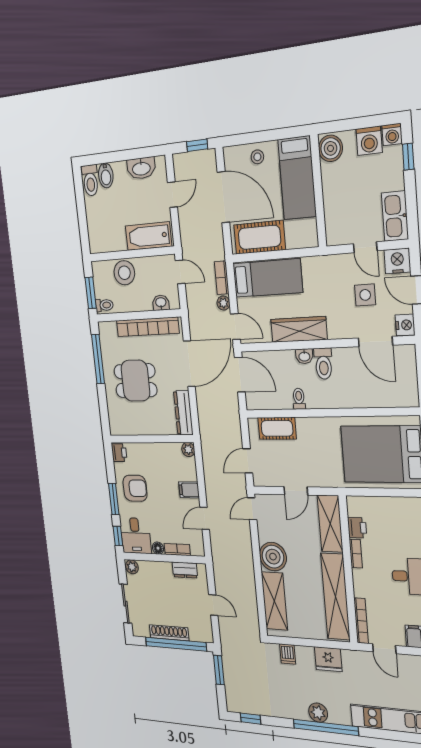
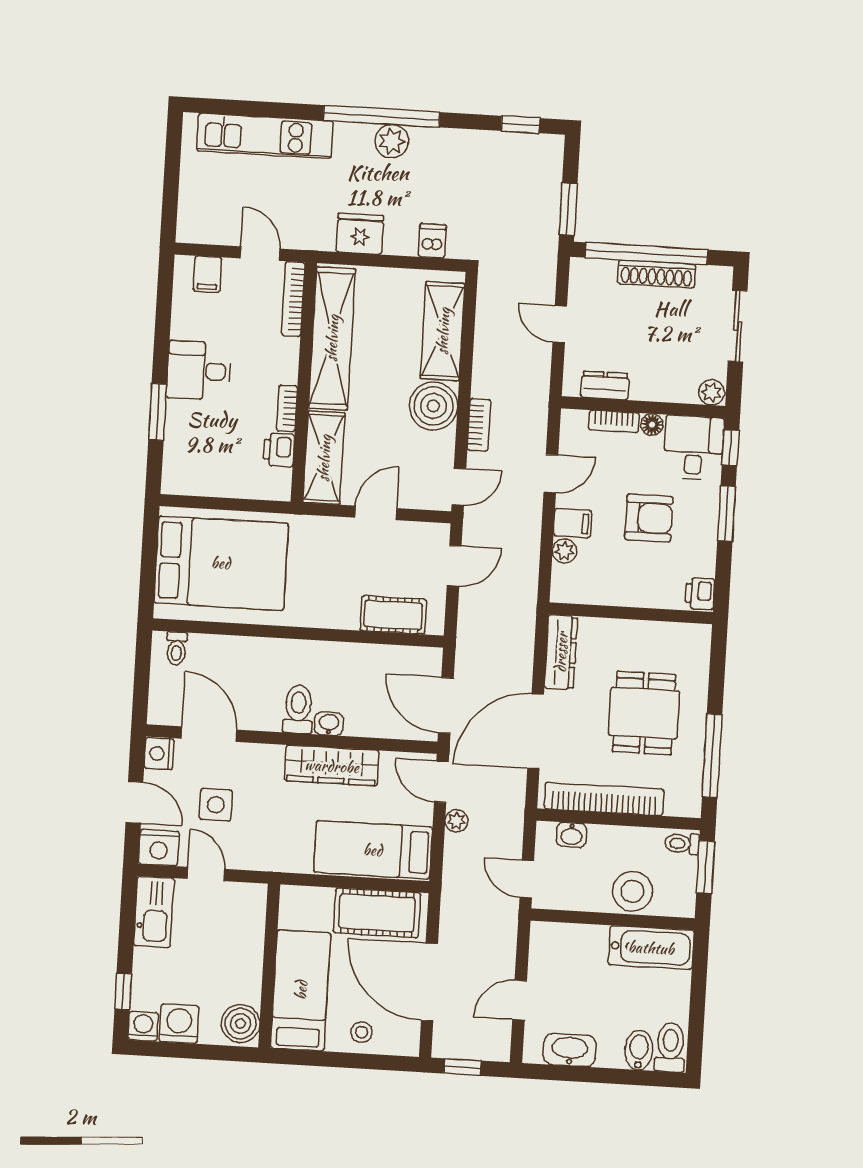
bathtub: (148, 236) -> (651, 948), moved
bookcase: (222, 278) -> (479, 425), moved
dining table: (135, 381) -> (644, 713), turned 90
toilet: (299, 399) -> (176, 648), moved
plant: (188, 449) -> (565, 551), moved
armchair: (135, 488) -> (649, 518), moved, turned 180

